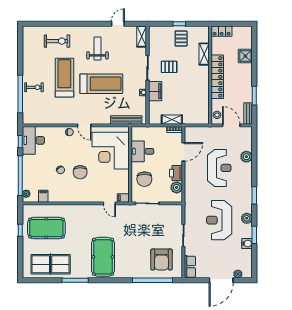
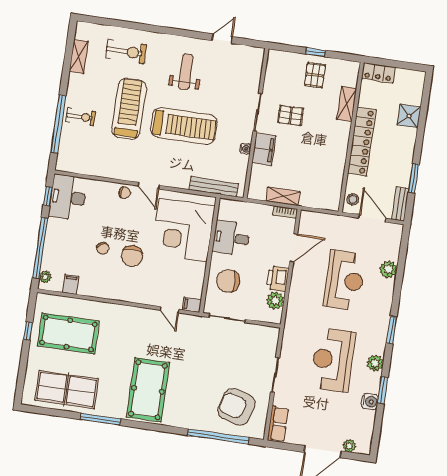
shelving: (142, 36) -> (79, 56), moved
chair: (144, 179) -> (228, 281), turned 90
armchair: (162, 260) -> (236, 407), turned 106

